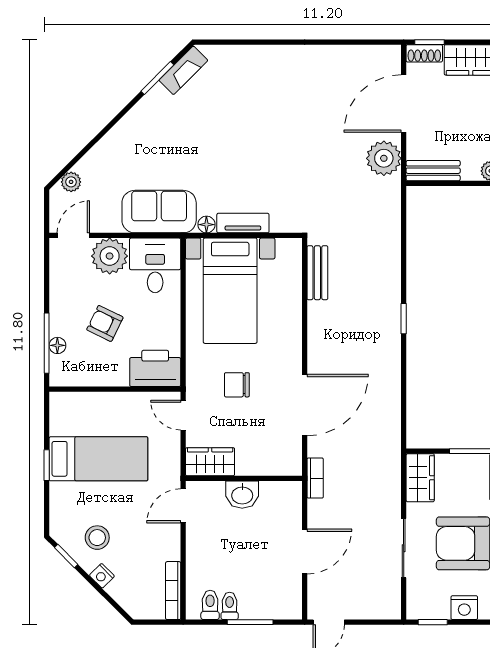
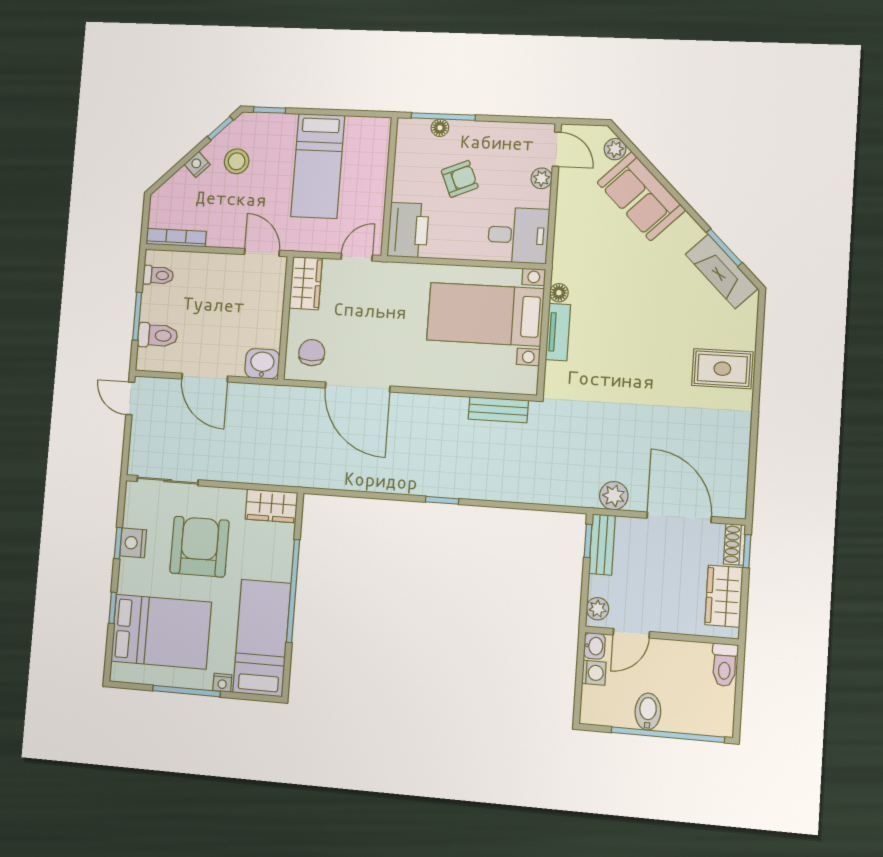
fireplace: (183, 70) -> (722, 271), width x1.37, depth x1.32
rug: (268, 73) -> (722, 369), added
plant: (384, 158) -> (614, 496), width x0.73, depth x0.73
window: (431, 183) -> (588, 541), added
sofa: (159, 212) -> (641, 196), moved, turned 135
plant: (110, 256) -> (541, 178), width x0.53, depth x0.53
armchair: (105, 323) -> (460, 179), turned 41
chair: (237, 385) -> (312, 353), moved
window: (47, 465) -> (269, 110), moved
bookcase: (315, 478) -> (280, 394), removed
washbasin: (242, 495) -> (262, 364), moved, turned 90
sliding door: (404, 548) -> (168, 481), moved
toilet: (230, 606) -> (158, 335), moved, width x1.37, depth x1.39
window: (433, 622) -> (118, 543), moved

